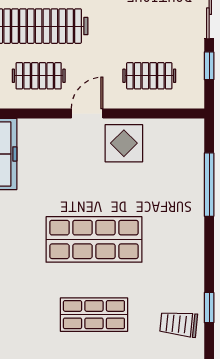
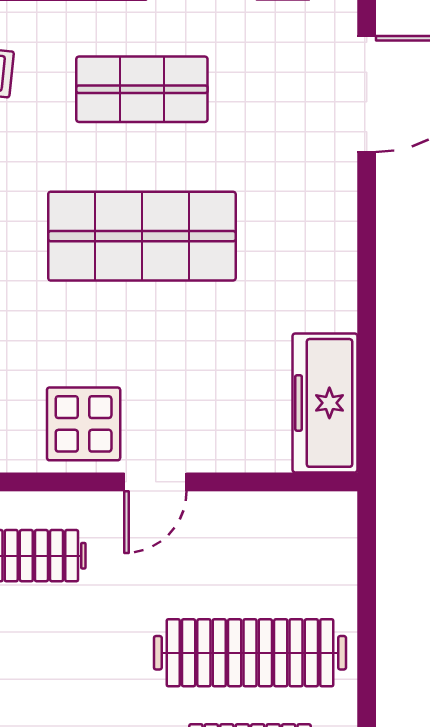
clothes rail: (39, 76) -> (250, 556), removed

